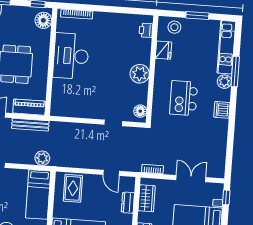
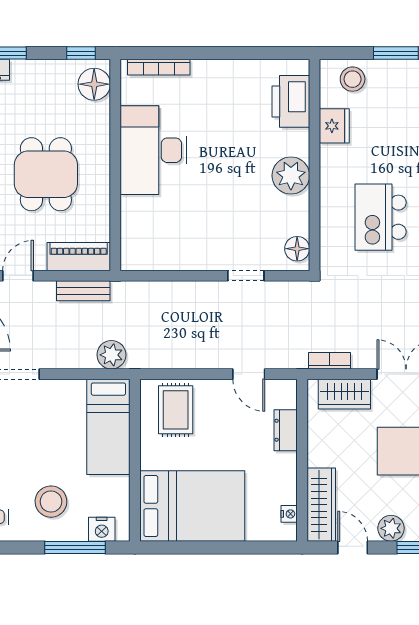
printer: (146, 30) -> (291, 101), width x1.87, depth x1.48
bench: (30, 125) -> (83, 291), width x0.73
wardrobe: (147, 198) -> (344, 394), moved, turned 90

